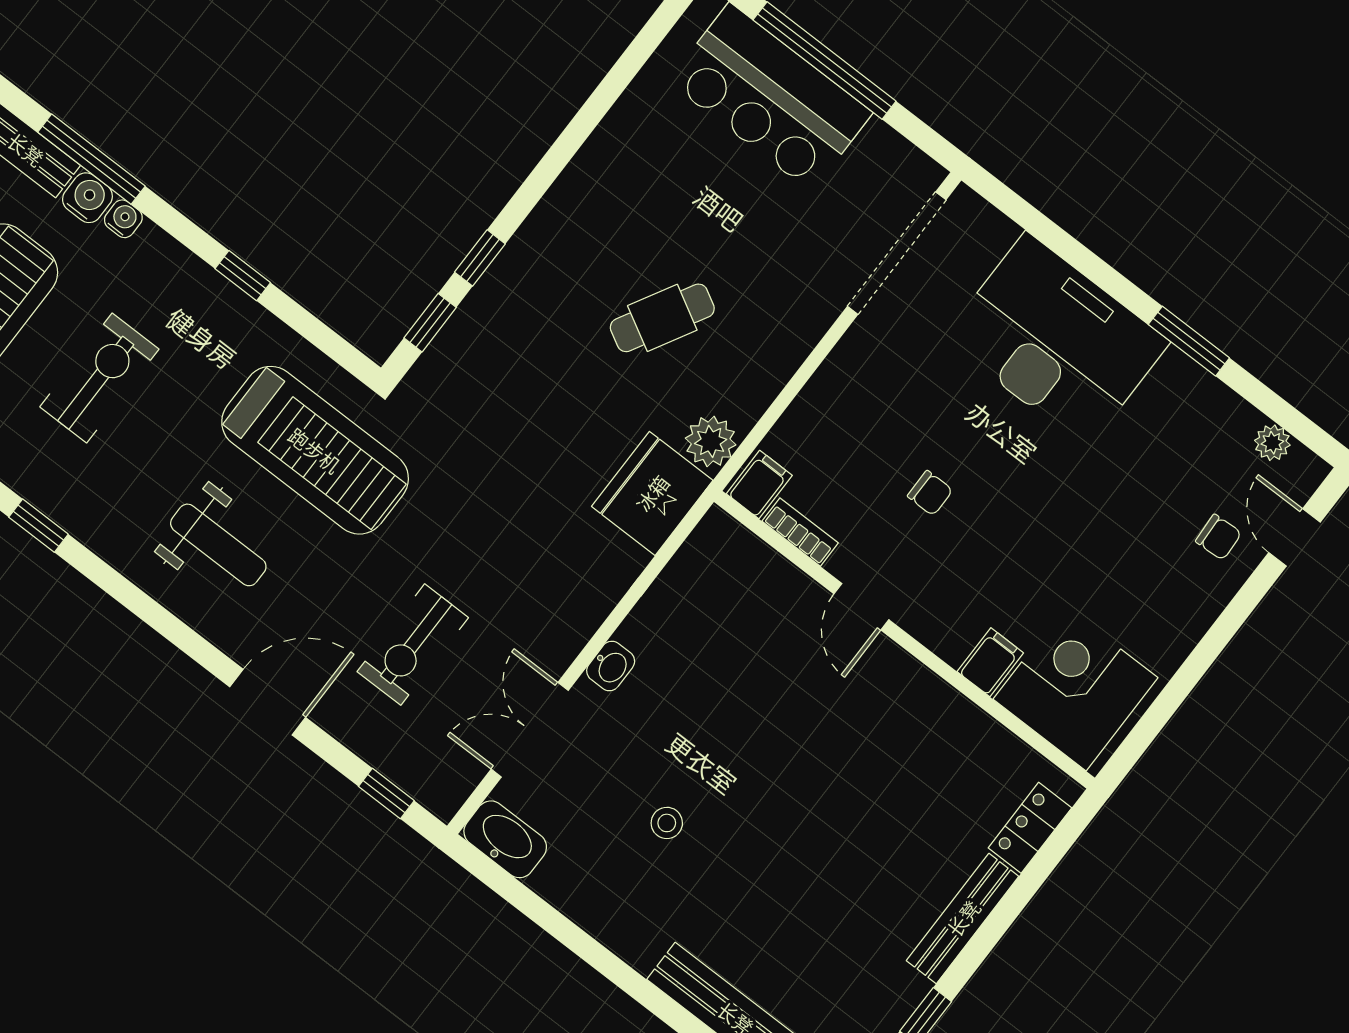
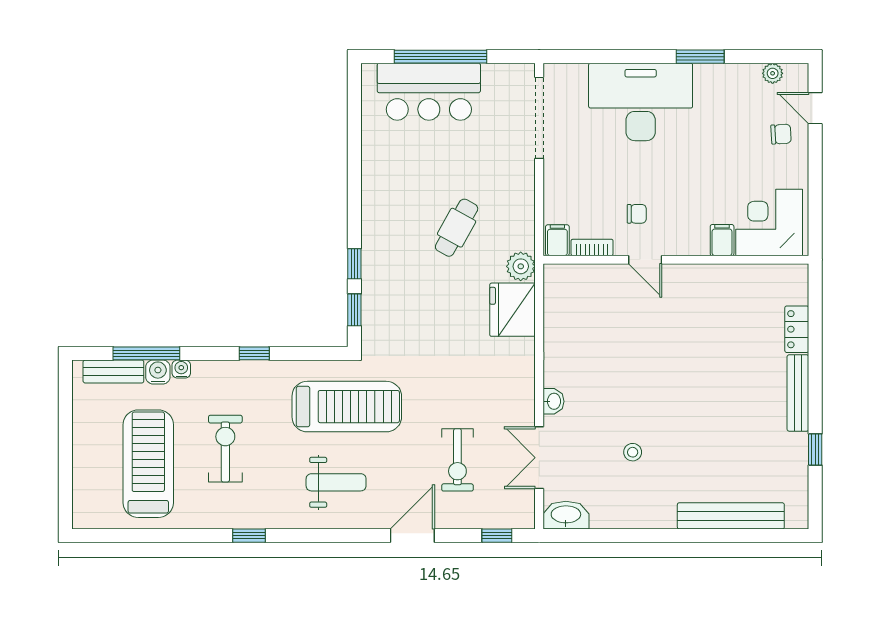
filing cabinet: (759, 485) -> (557, 240), moved
bookcase: (800, 532) -> (592, 247), moved
door: (861, 607) -> (645, 260), moved
wall: (904, 640) -> (676, 260), moved
filing cabinet: (990, 662) -> (722, 240), moved
corner desk: (1075, 688) -> (769, 223), moved

